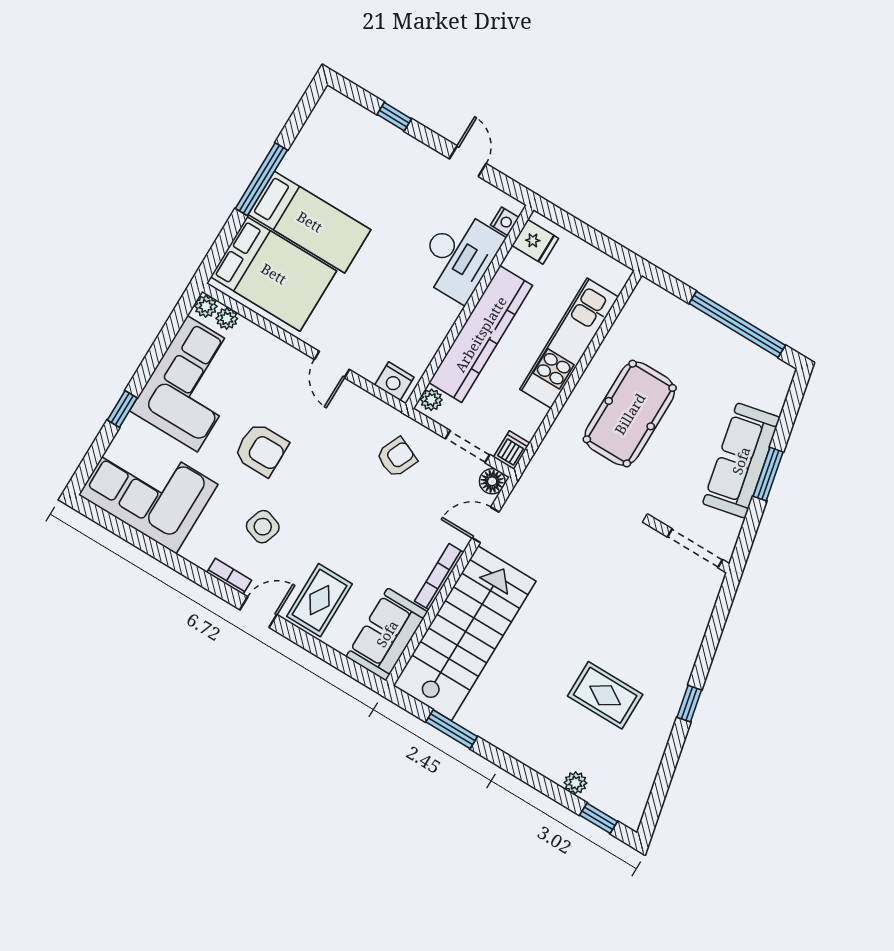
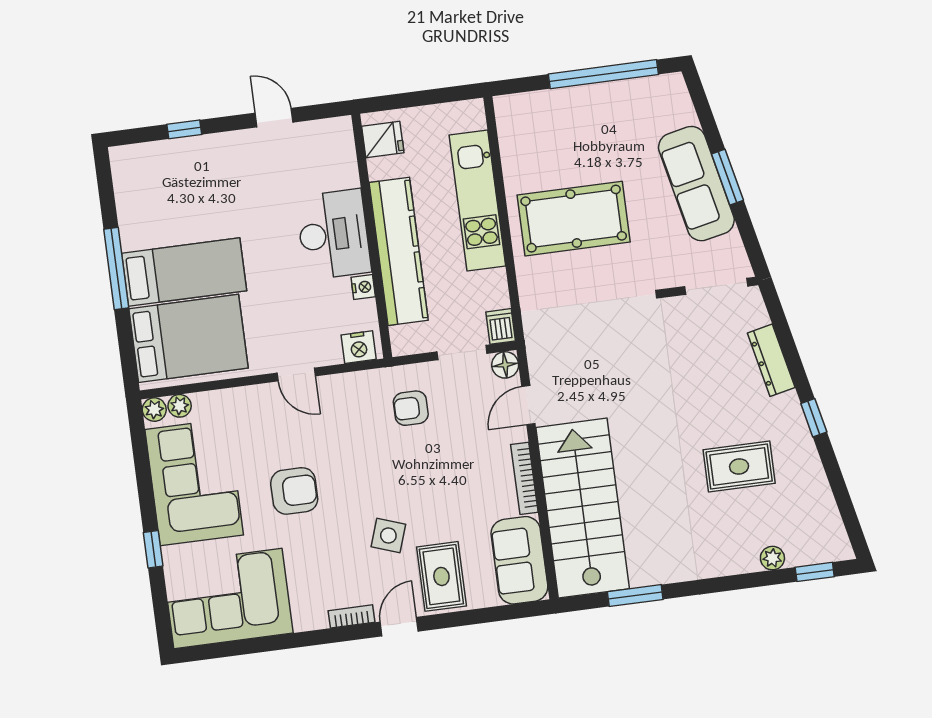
nightstand: (505, 221) -> (363, 287), moved
desk: (459, 256) -> (333, 234), moved
plant: (431, 400) -> (401, 338), removed
pool table: (630, 414) -> (574, 219), turned 90
armchair: (397, 457) -> (411, 408), turned -114
side table: (263, 527) -> (388, 536), moved
dresser: (692, 636) -> (771, 360), added

